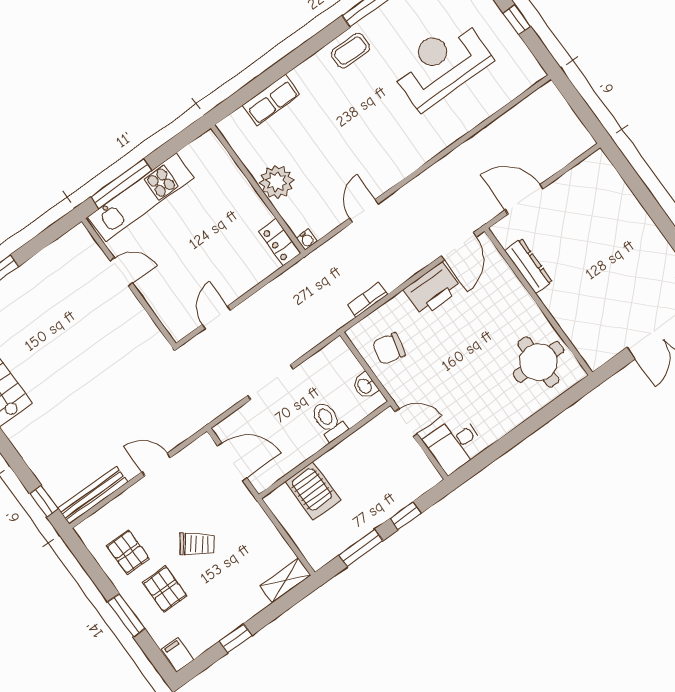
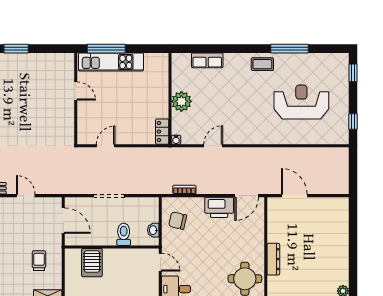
window: (517, 20) -> (353, 121), moved
dresser: (528, 266) -> (273, 259), moved
trolley: (197, 544) -> (39, 261), moved, turned -127

